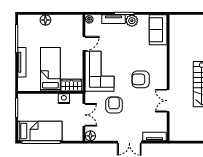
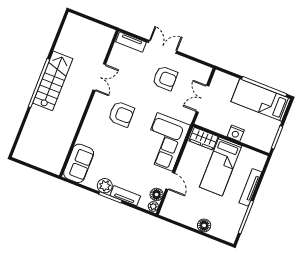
door: (84, 43) -> (170, 181), swing flipped
nightstand: (64, 99) -> (236, 133), moved
armchair: (114, 105) -> (165, 78), moved, turned -90
floor lamp: (90, 136) -> (157, 195), moved

